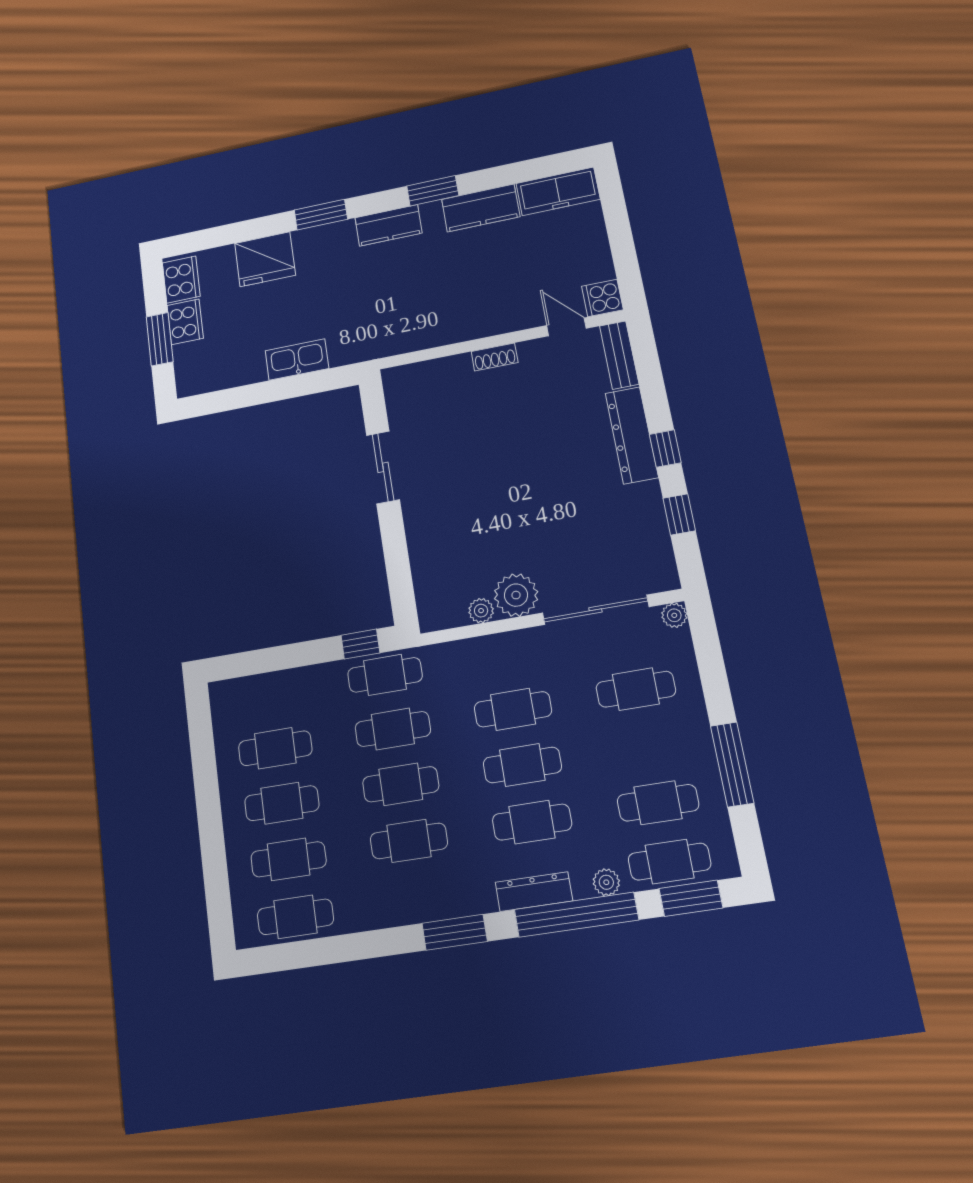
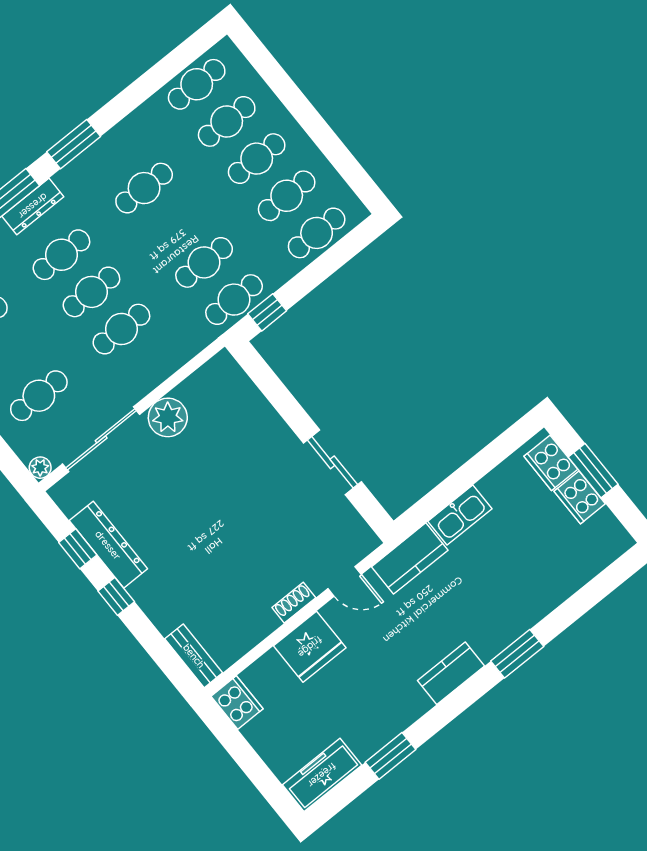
window: (433, 191) -> (391, 756), moved
kitchen counter: (481, 208) -> (410, 558), moved, turned 180
fridge: (265, 259) -> (310, 647), moved, turned 180
cooker: (181, 280) -> (551, 463), moved
cooker: (602, 298) -> (237, 703), width x1.36
door: (566, 327) -> (345, 581), moved
dresser: (632, 435) -> (108, 545), moved
plant: (481, 611) -> (188, 390), removed
cafe table: (401, 784) -> (317, 233), moved

